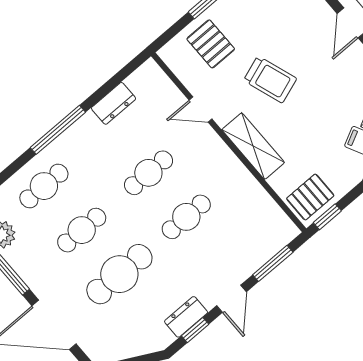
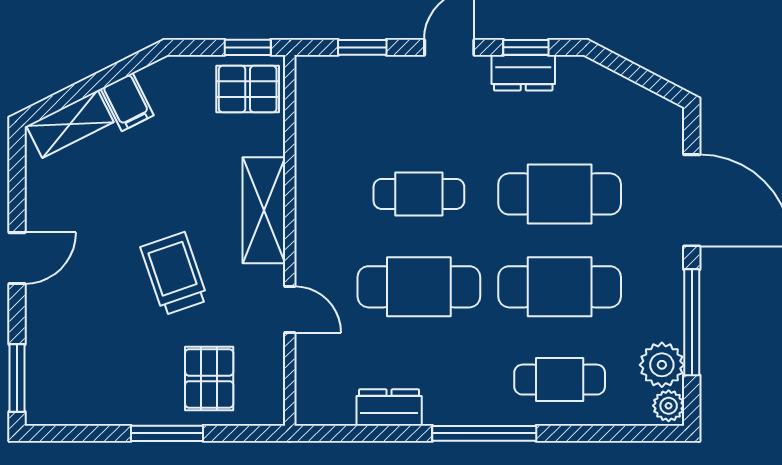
cafe table: (148, 173) -> (419, 287), width x1.37, depth x1.35
cafe table: (82, 230) -> (560, 287), width x1.37, depth x1.35
window: (273, 263) -> (362, 47), width x0.67

